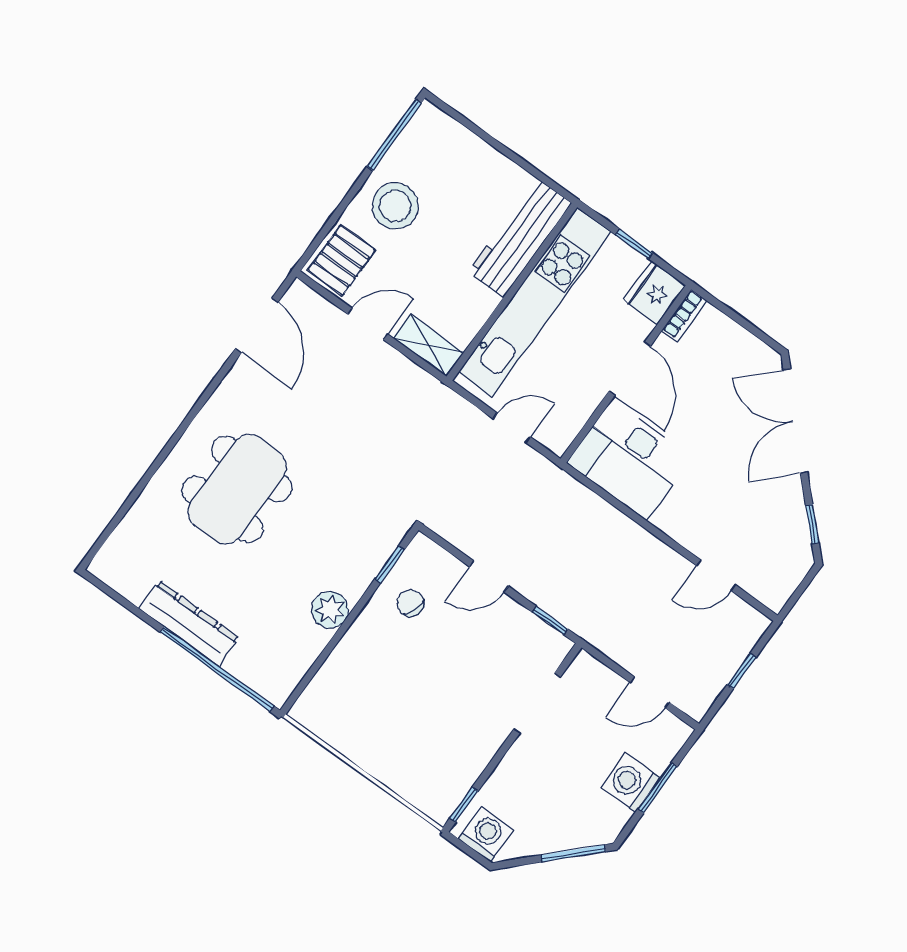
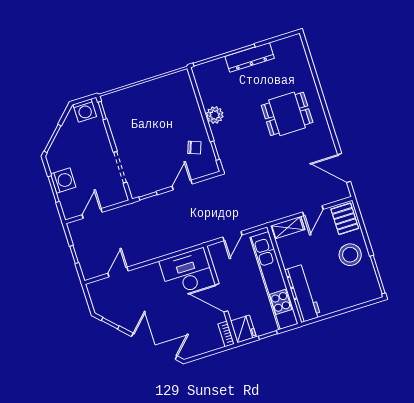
dining table: (237, 489) -> (287, 114), width x0.73

